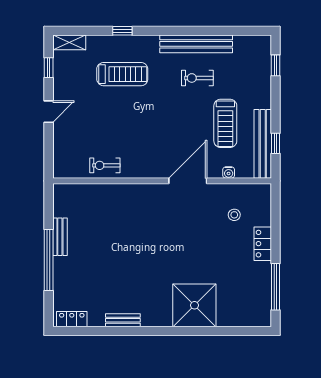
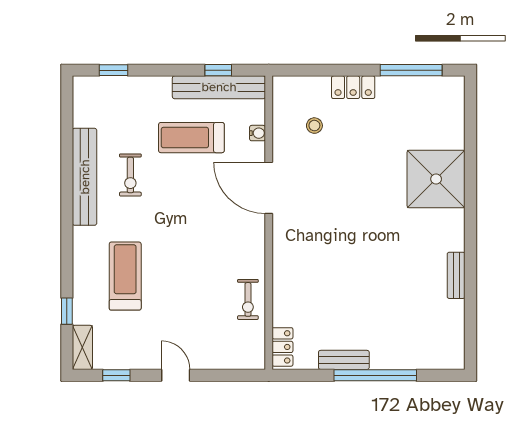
window: (122, 31) -> (67, 311), moved
treadmill: (225, 123) -> (191, 138), turned 180
locker: (72, 319) -> (282, 347), moved, turned 180

